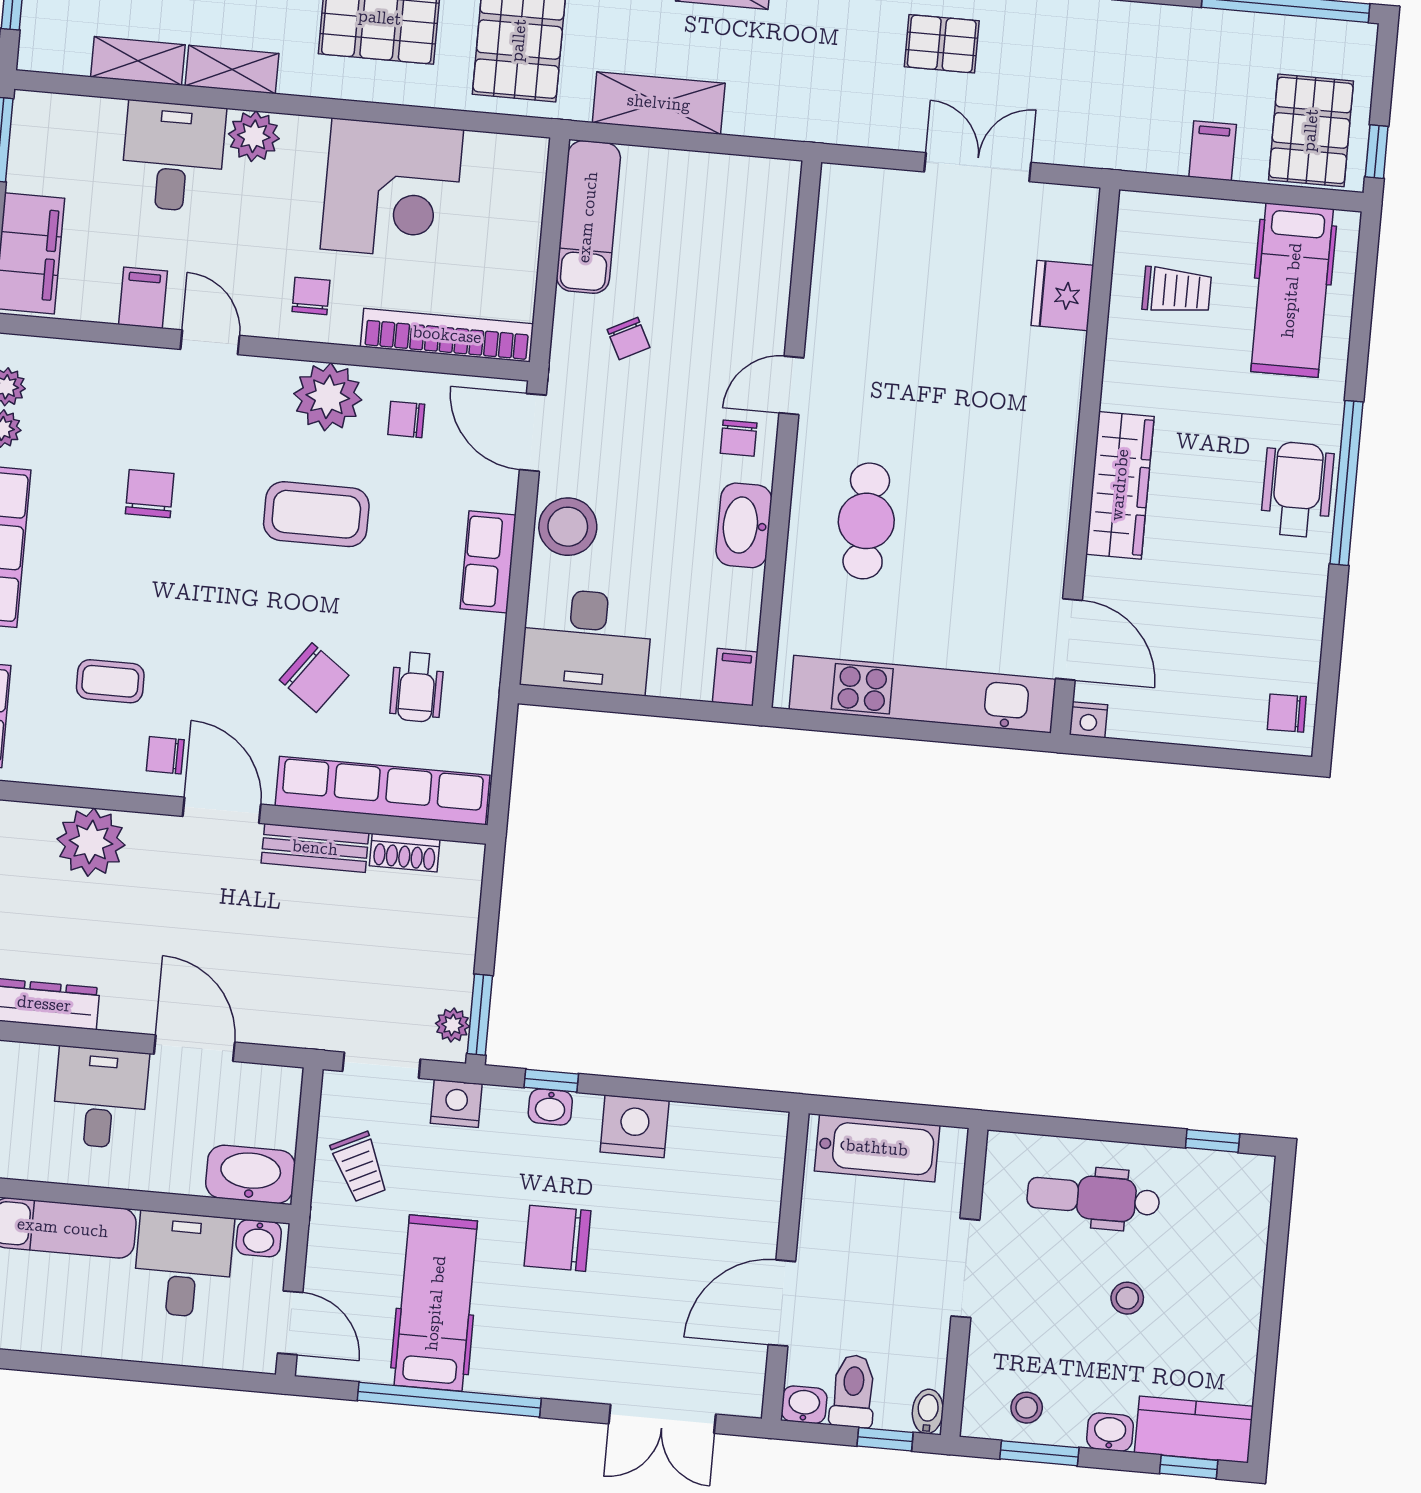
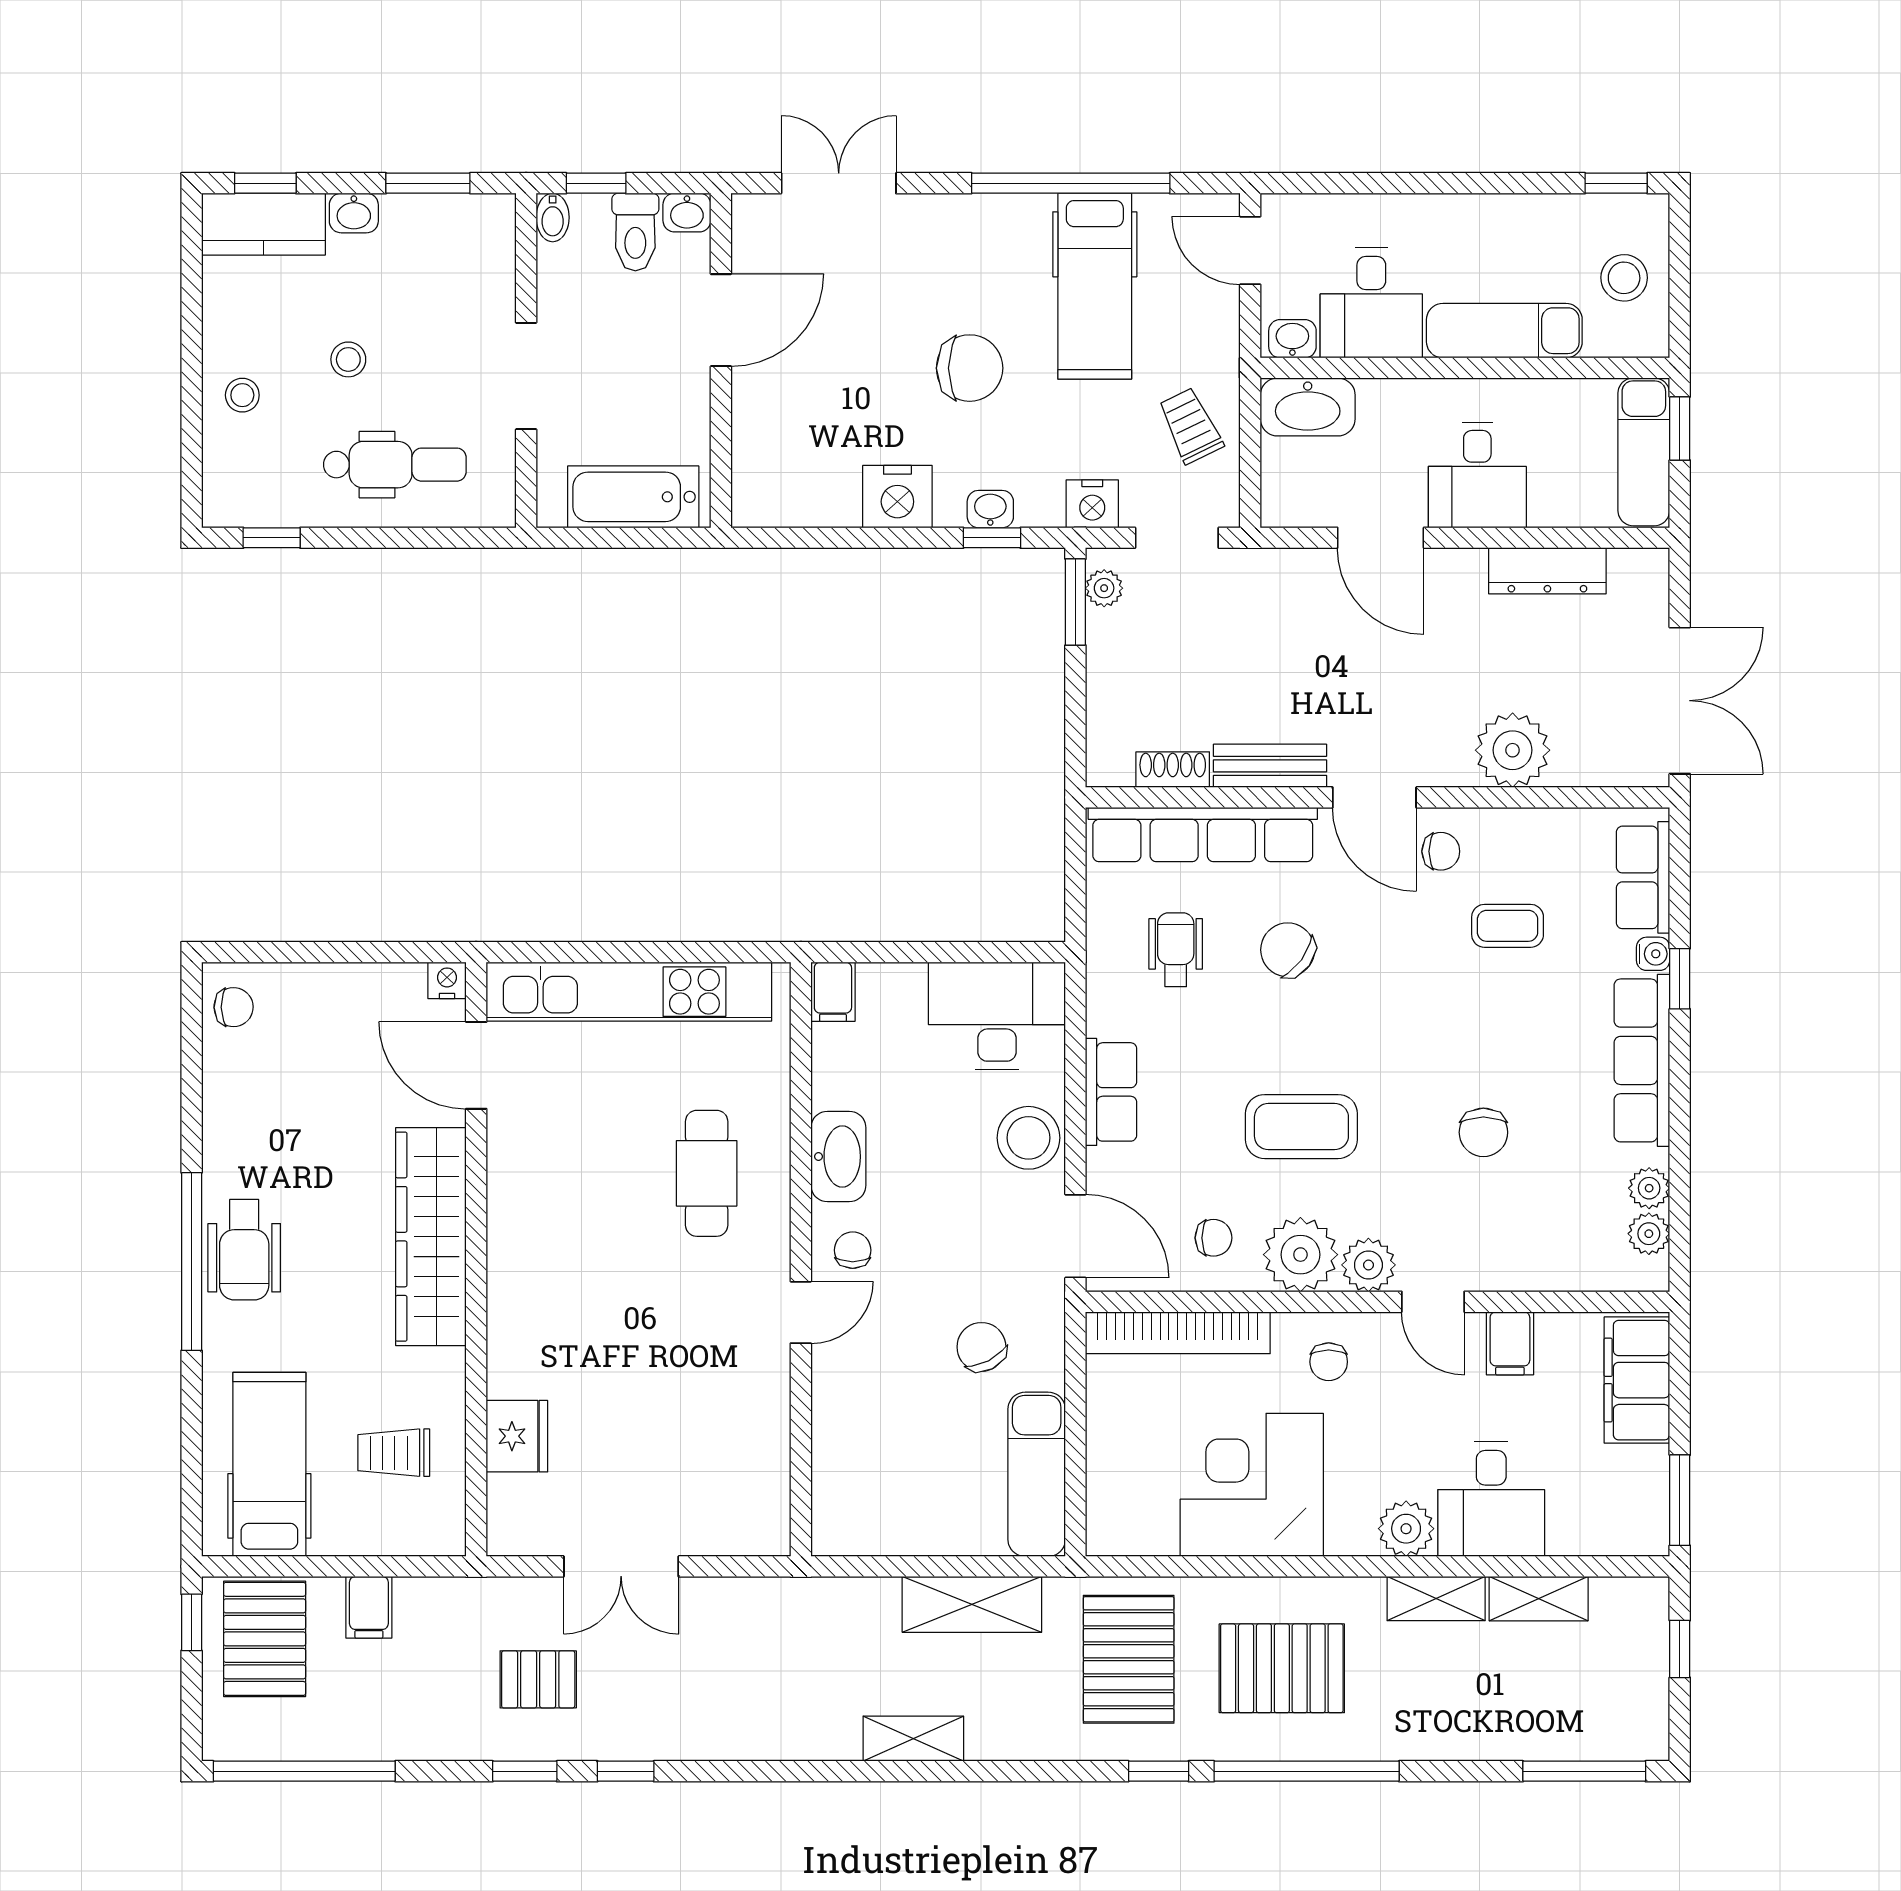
pallet: (942, 44) -> (538, 1679), moved
chair: (628, 339) -> (981, 1347), width x1.37, depth x1.37
plant: (266, 381) -> (1368, 1265), added
wardrobe: (1120, 485) -> (431, 1237), width x1.40, depth x1.17
stool: (1027, 1408) -> (242, 395), moved

